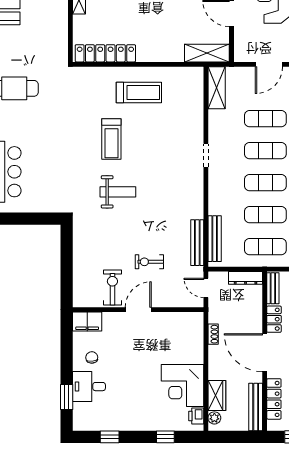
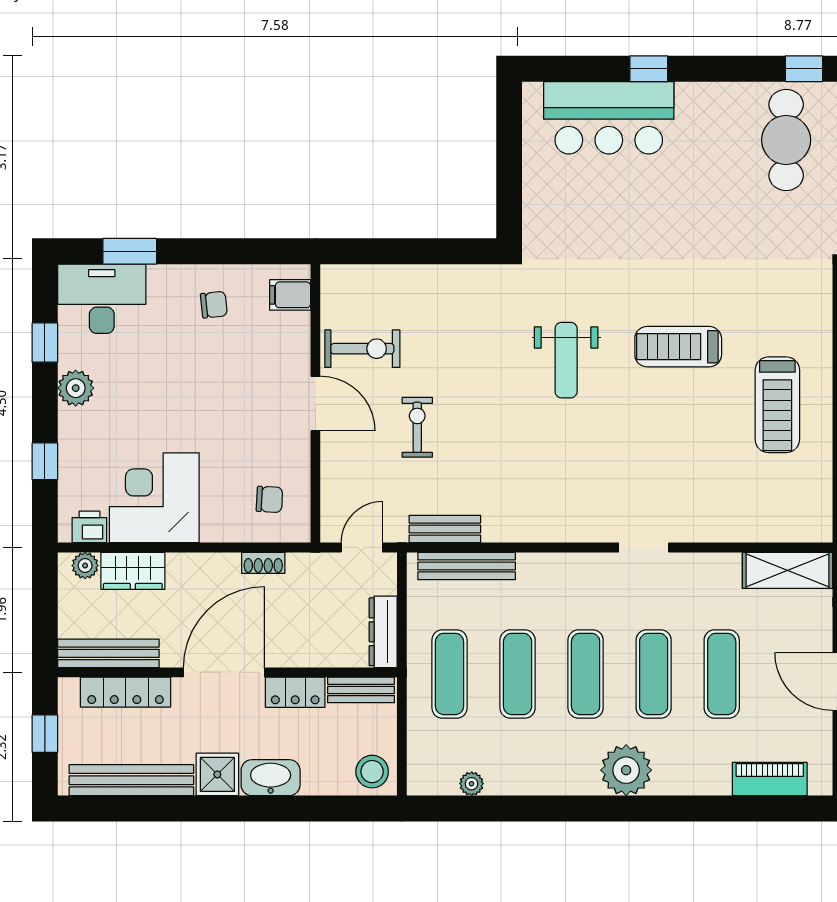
bench: (197, 243) -> (445, 529), width x0.73
filing cabinet: (87, 322) -> (290, 295), width x0.50
chair: (183, 331) -> (269, 499), added
desk: (89, 387) -> (102, 299), moved, width x1.37
plant: (131, 422) -> (76, 388), added

